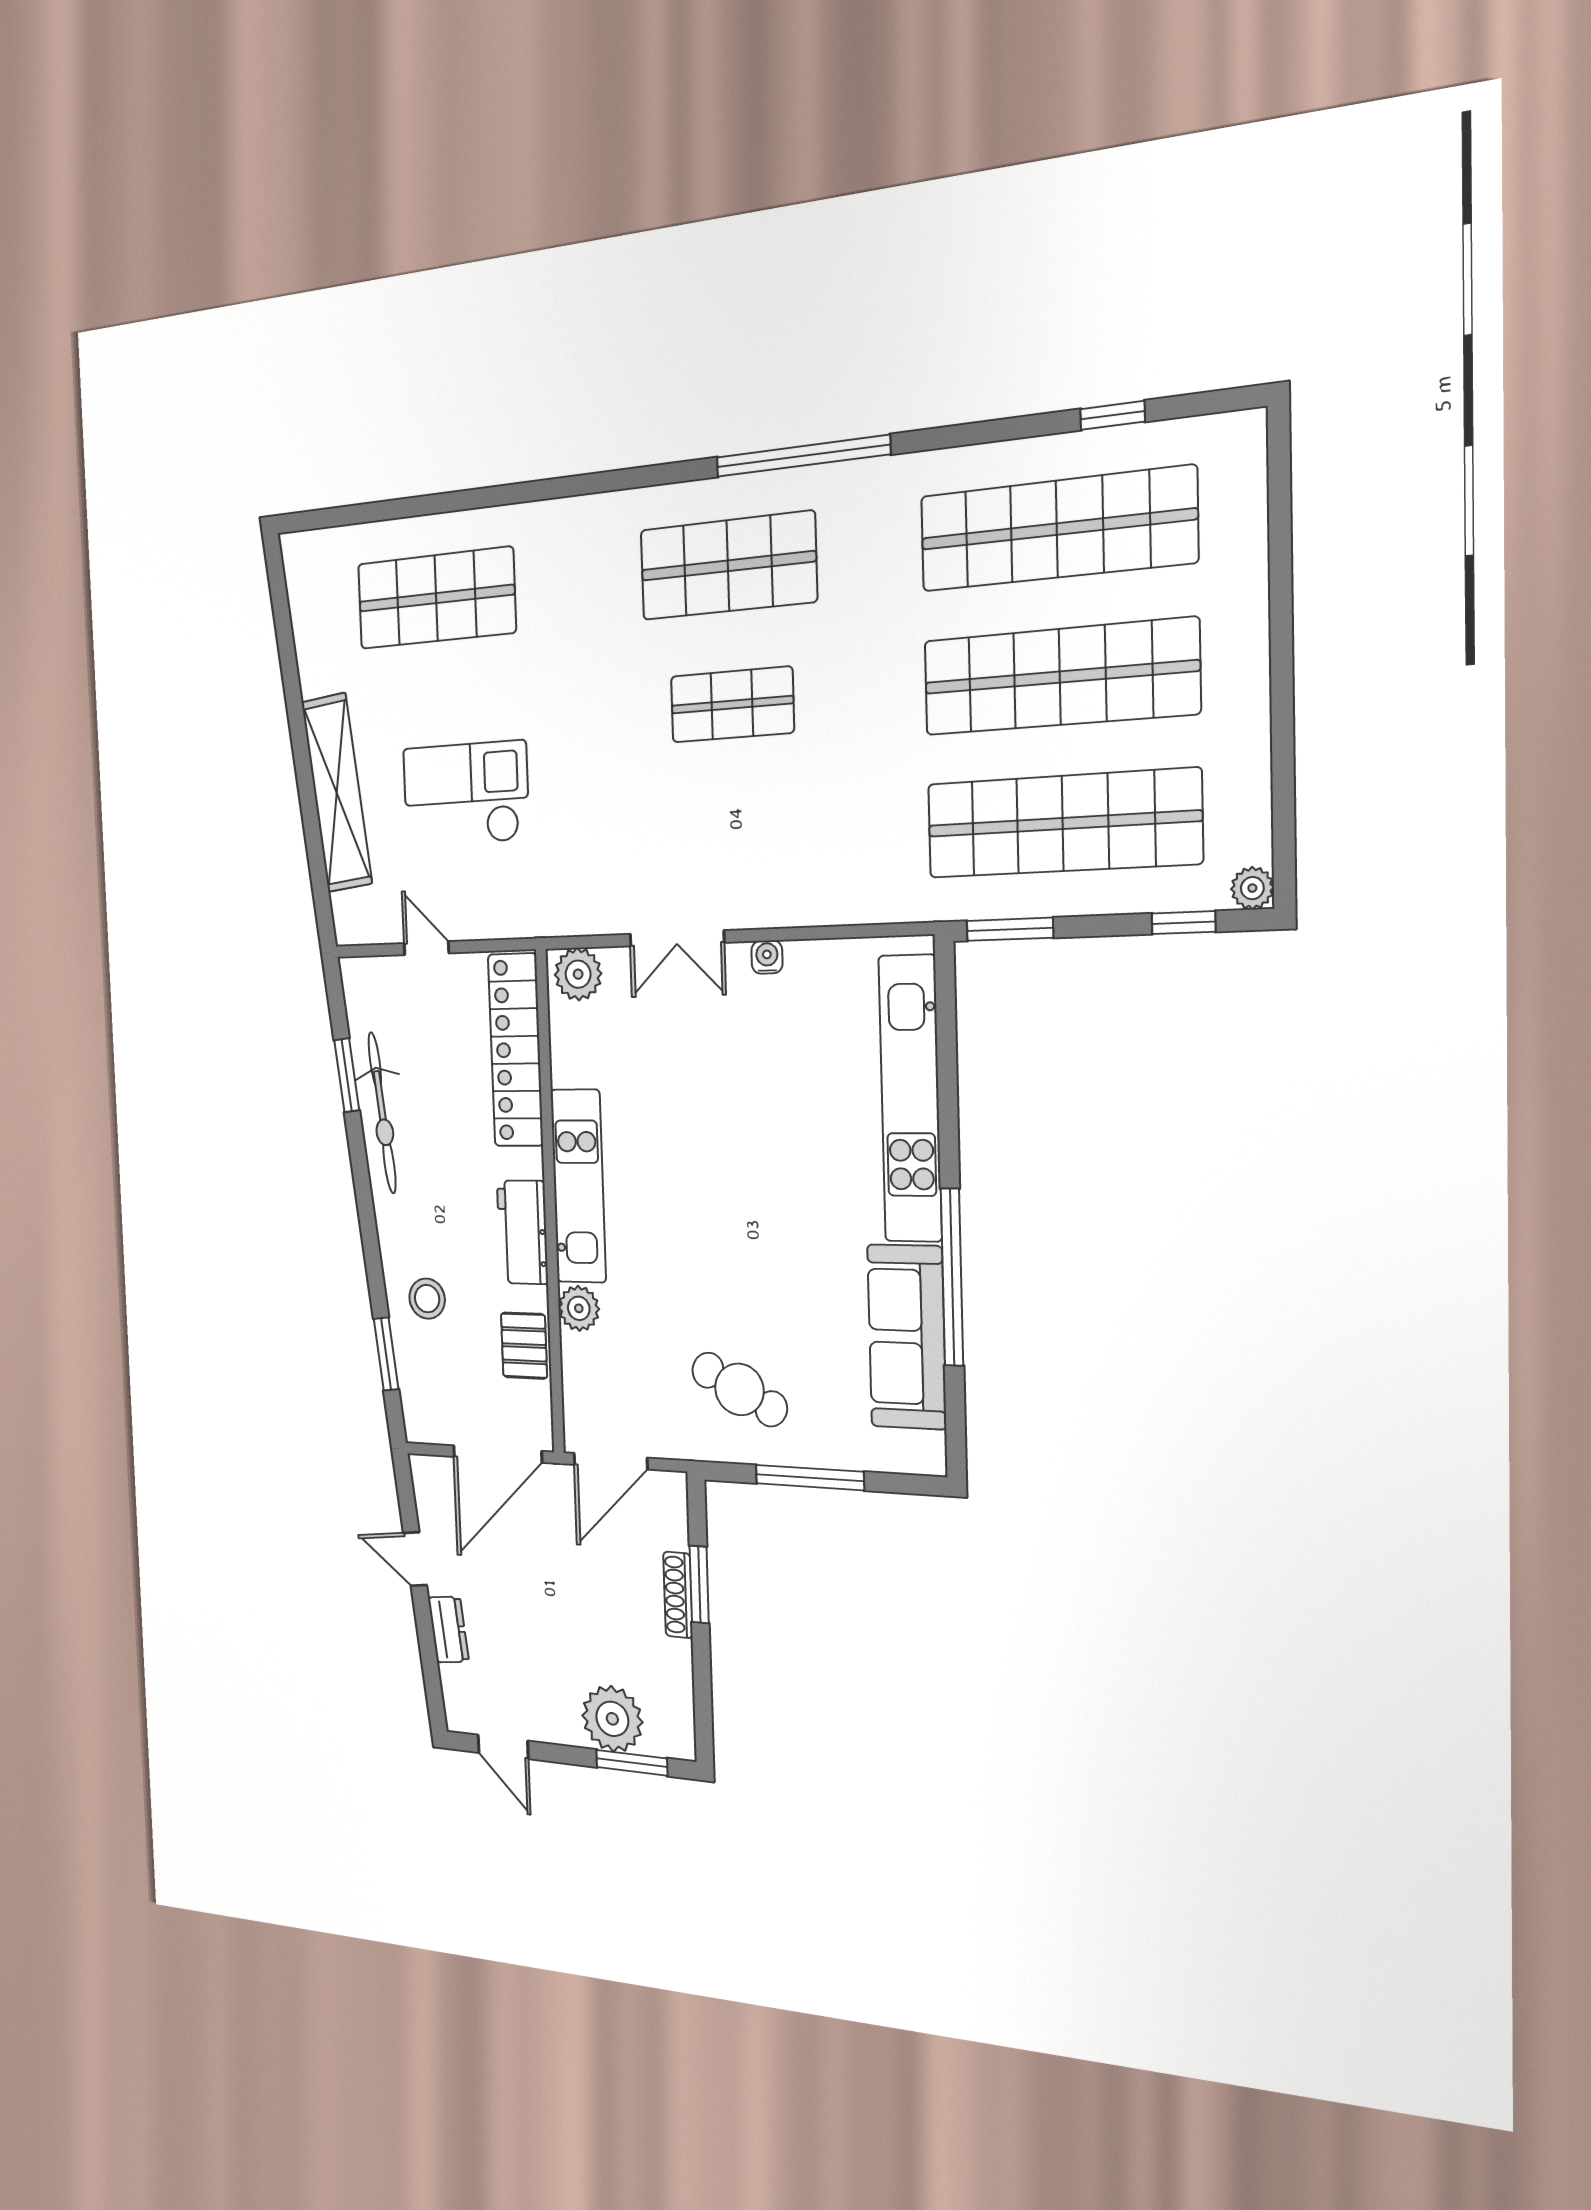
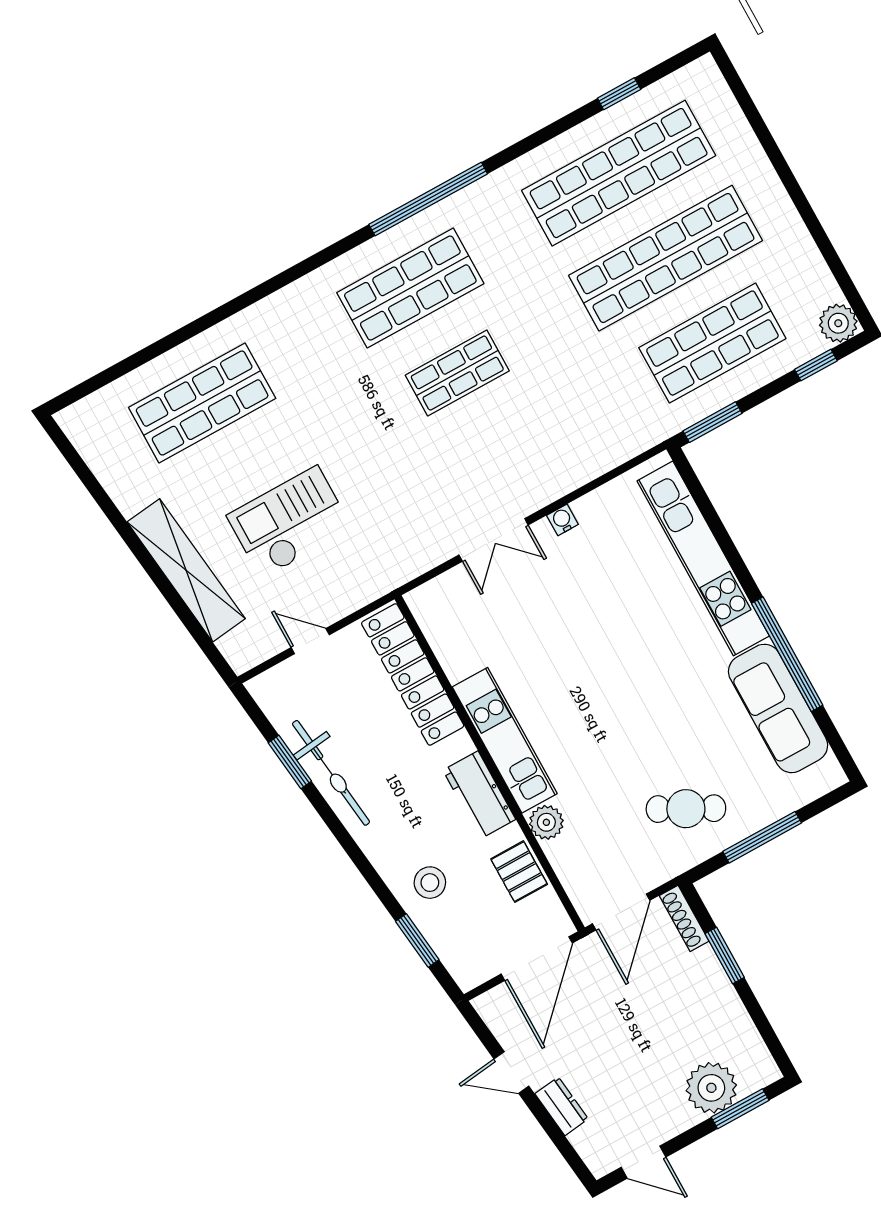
shop shelf: (1063, 823) -> (712, 343), width x0.71
plant: (1252, 888) -> (838, 323), width x1.38, depth x1.38
plant: (578, 974) -> (434, 600), removed
shoe rack: (678, 1595) -> (684, 918), moved

